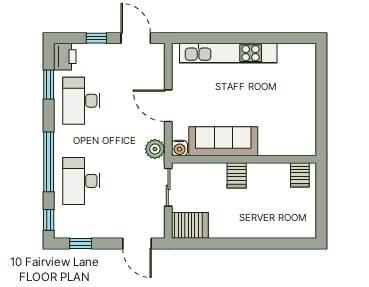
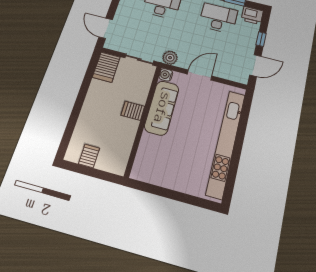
kitchen unit: (228, 53) -> (226, 143), width x1.36
server rack: (300, 175) -> (89, 156), moved, turned 90
door: (137, 244) -> (106, 28), hinge flipped

